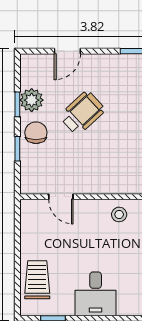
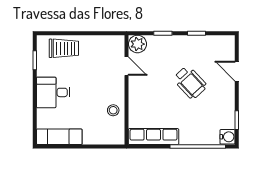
plant: (32, 100) -> (137, 44), moved
chair: (36, 133) -> (175, 47), removed
door: (61, 197) -> (127, 66), swing flipped

